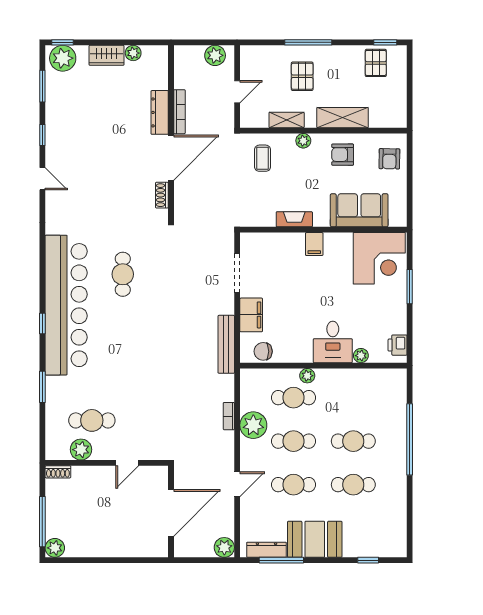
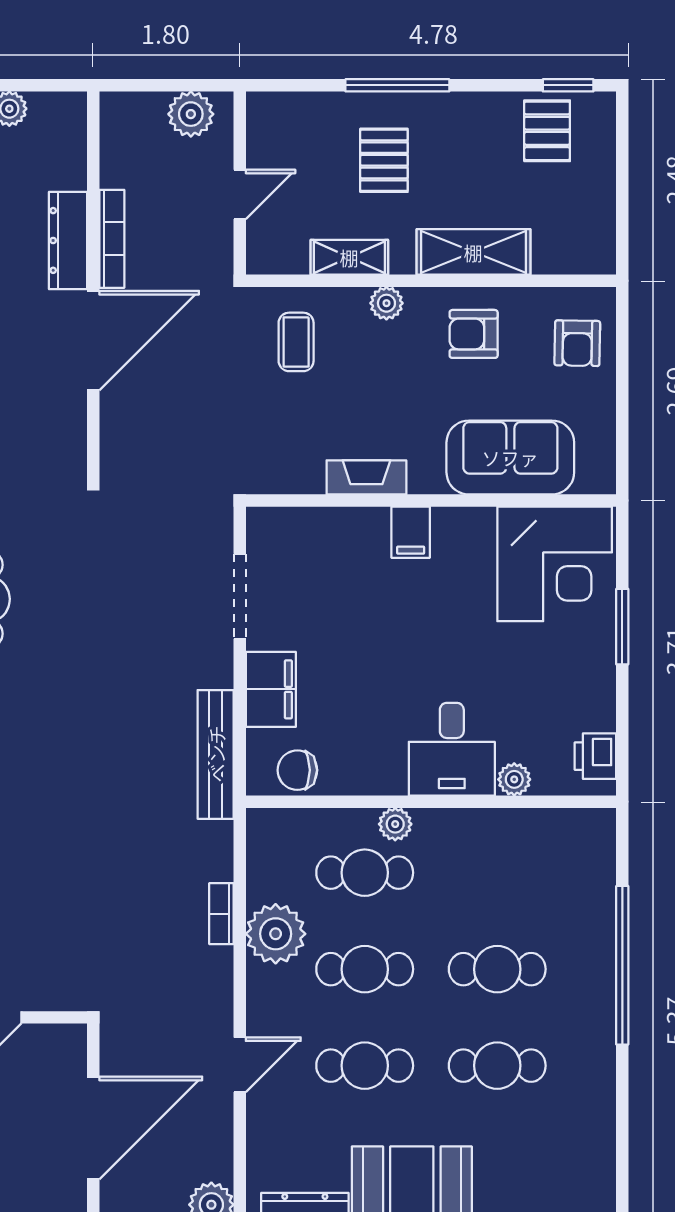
shoe rack: (162, 195) -> (73, 424), removed

